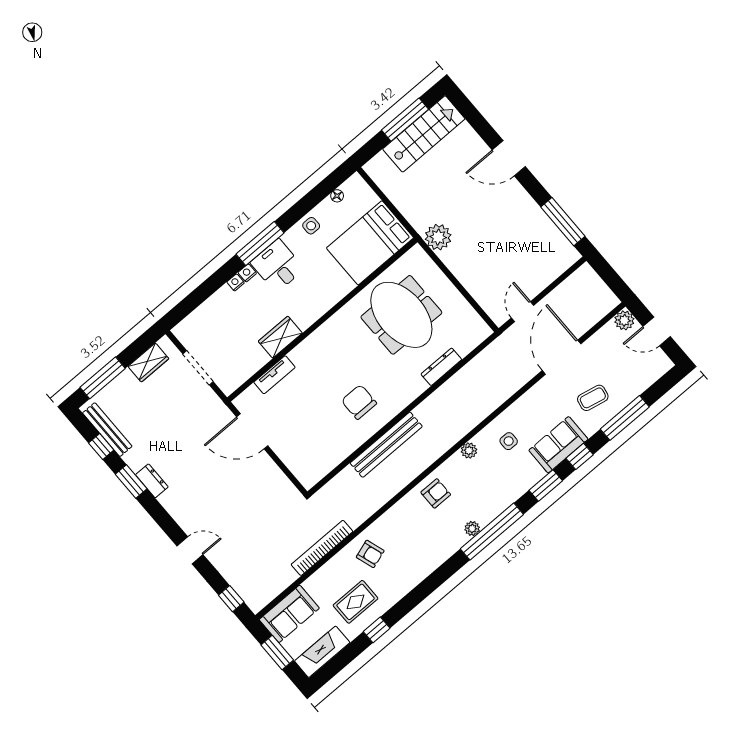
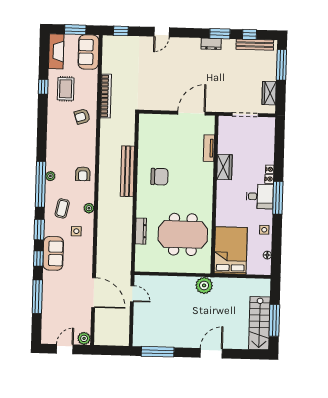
coffee table: (593, 398) -> (62, 208), moved

